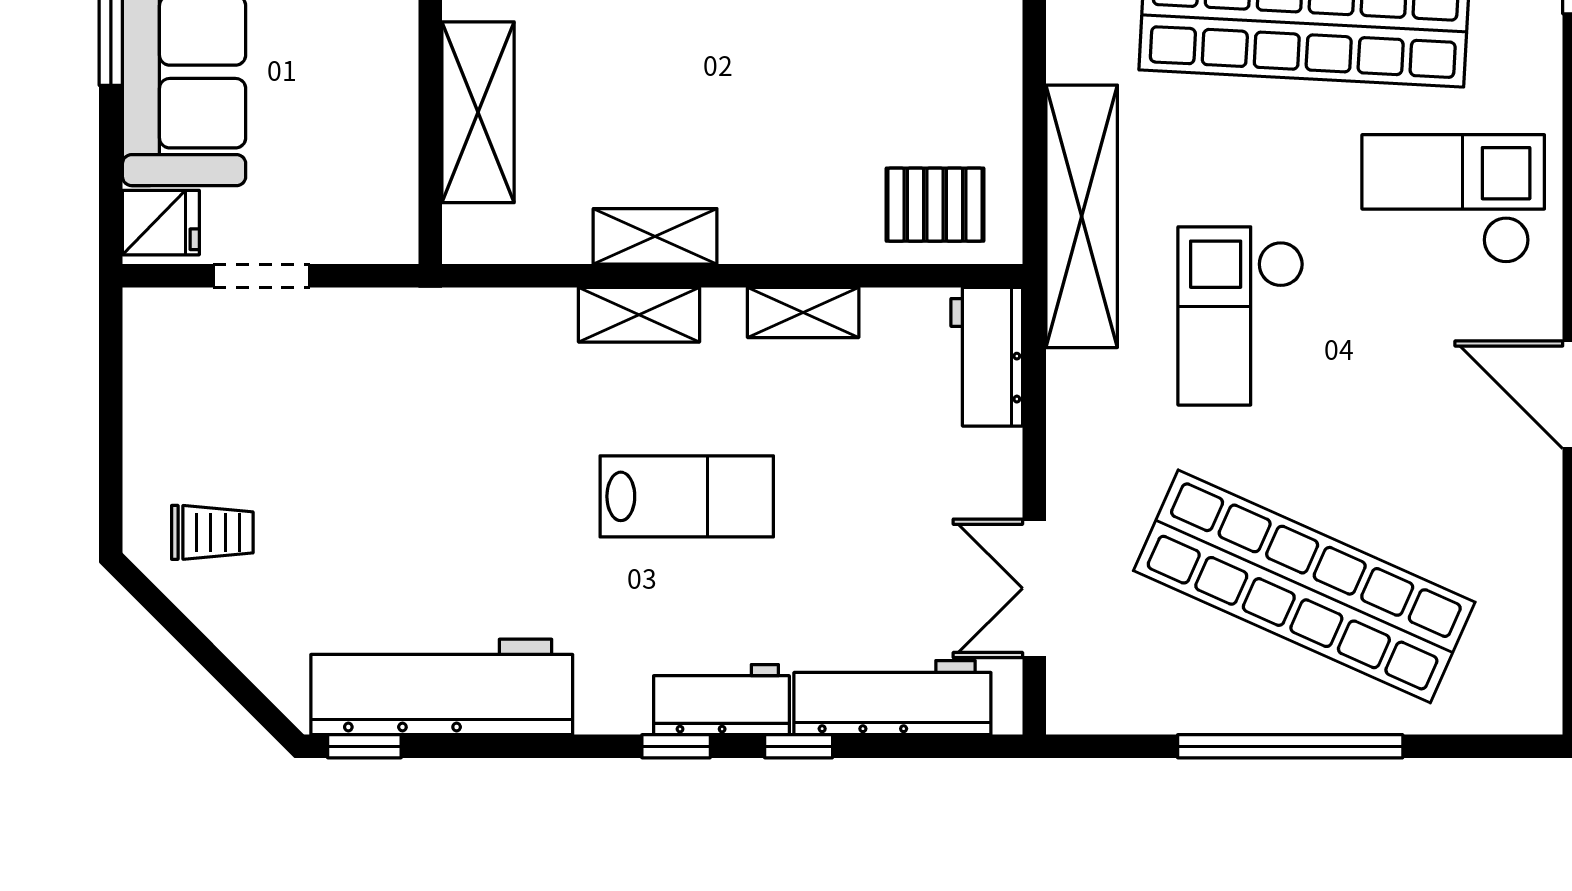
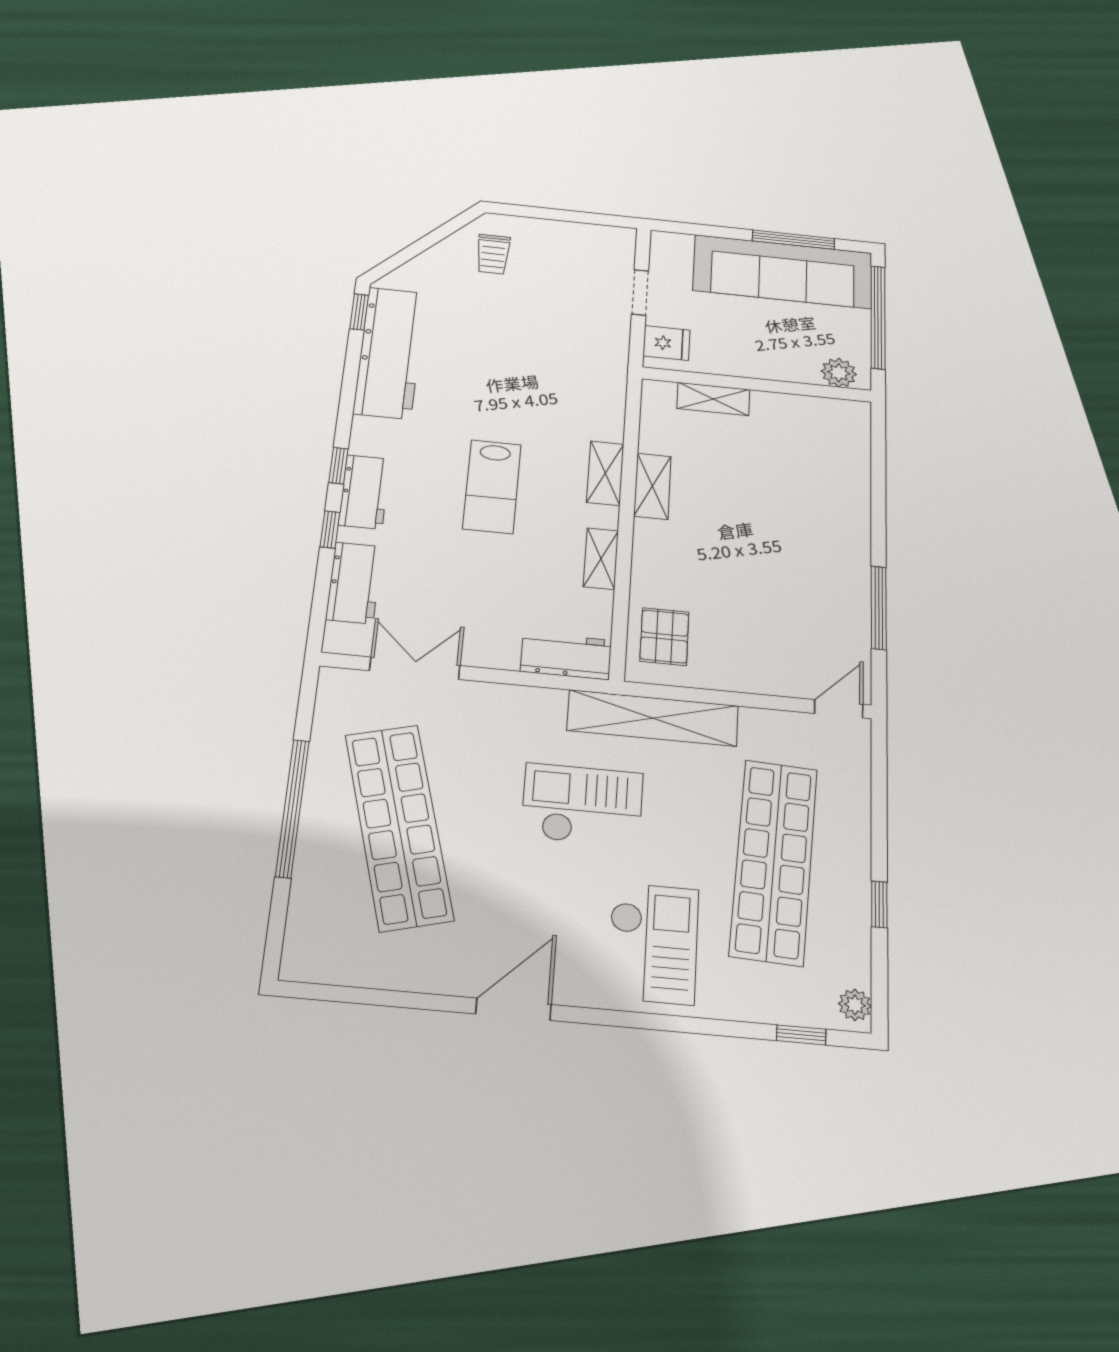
shelving: (478, 112) -> (713, 399), width x0.67, depth x0.75
fridge: (161, 223) -> (667, 343), moved, turned -90
shop shelf: (1304, 586) -> (399, 827), turned -39
workbench: (892, 698) -> (354, 583), width x0.73

